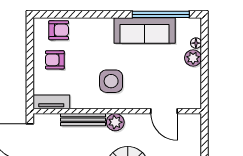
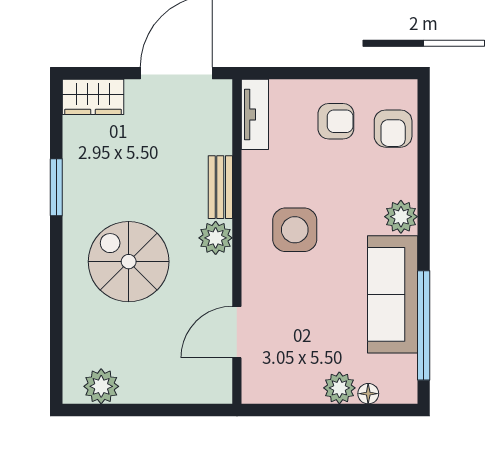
plant: (104, 26) -> (401, 217), added
armchair: (55, 60) -> (336, 121), turned 90
bench: (83, 120) -> (220, 187), width x0.73

